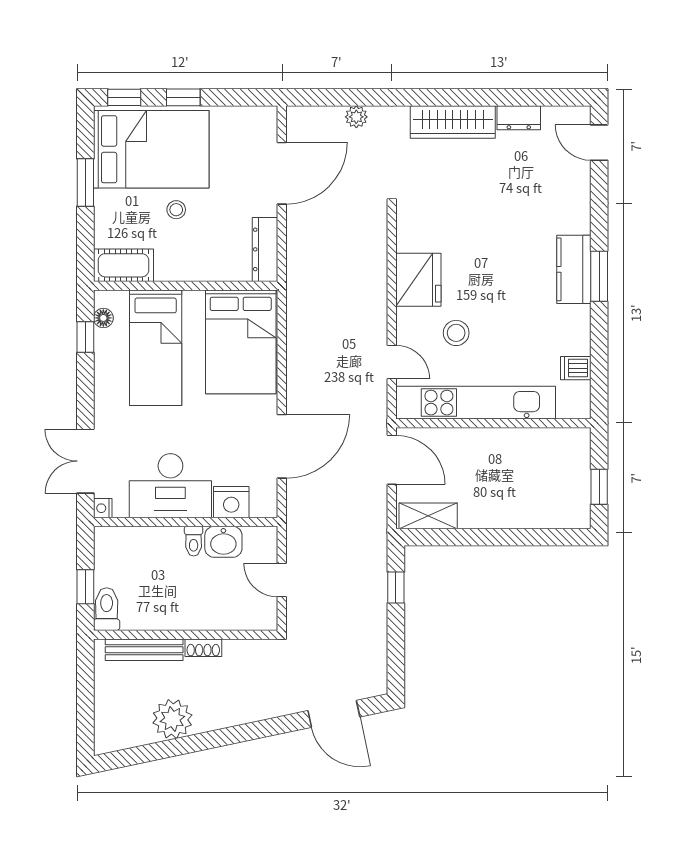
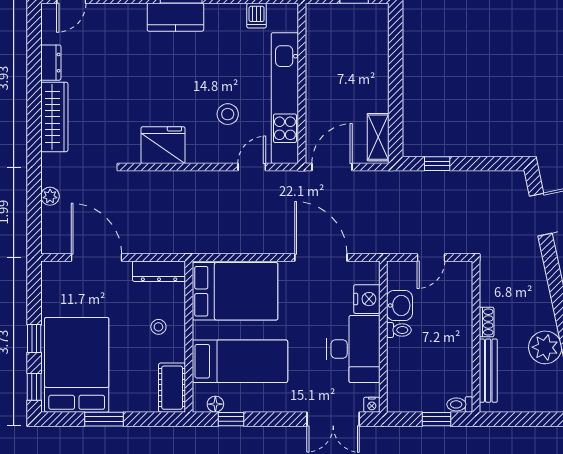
stool: (176, 210) -> (158, 327), moved
fridge: (418, 280) -> (163, 145), moved
toilet: (107, 609) -> (460, 404), width x0.73, depth x0.72

